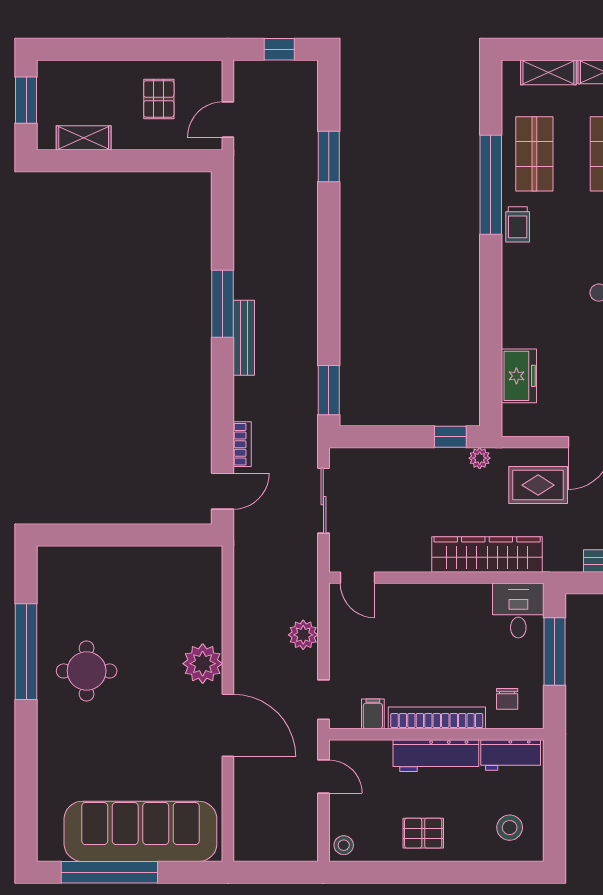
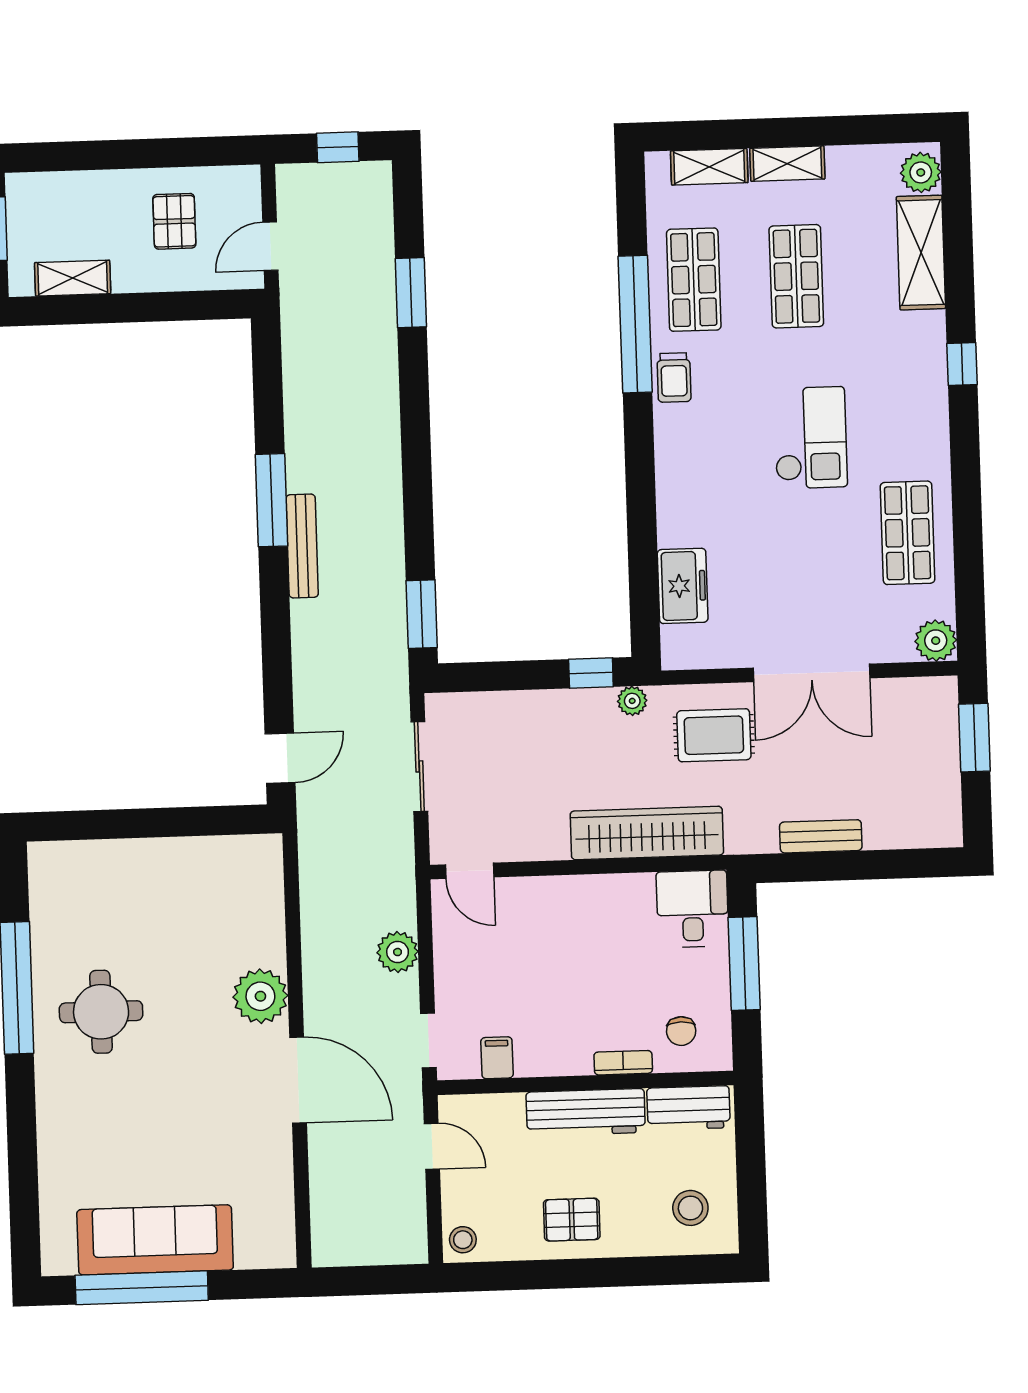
bookcase: (242, 444) -> (305, 693), removed
bookcase: (437, 718) -> (623, 1063), width x0.43, depth x0.76
sofa: (140, 831) -> (155, 1240), width x0.74, depth x0.79

